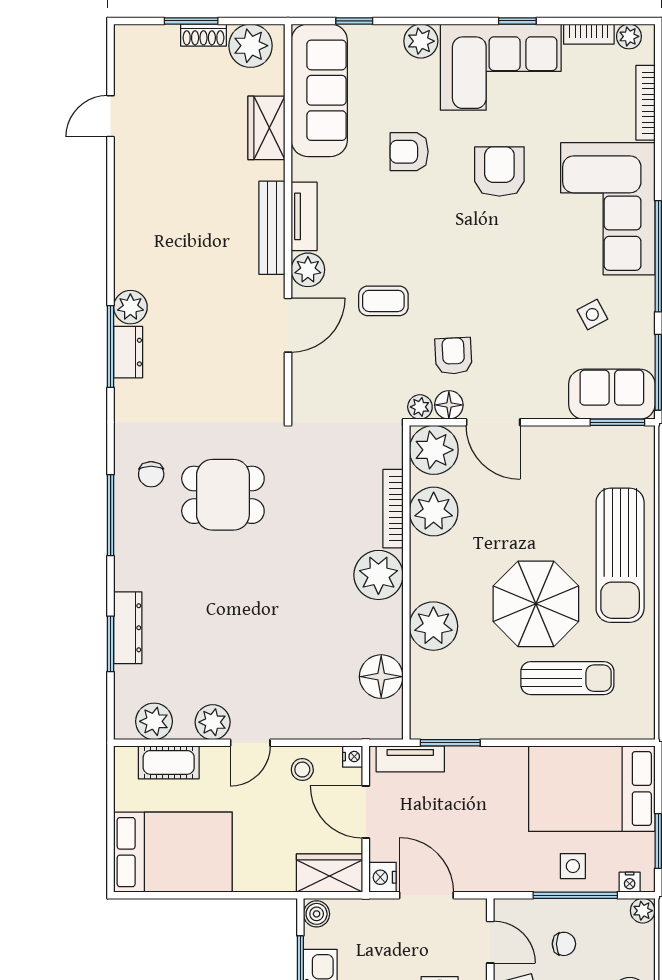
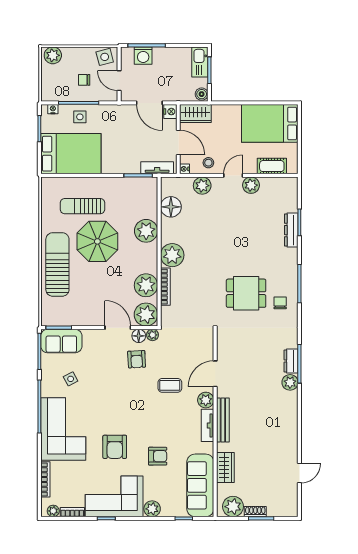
plant: (154, 721) -> (202, 186), moved
plant: (643, 911) -> (47, 96), removed

